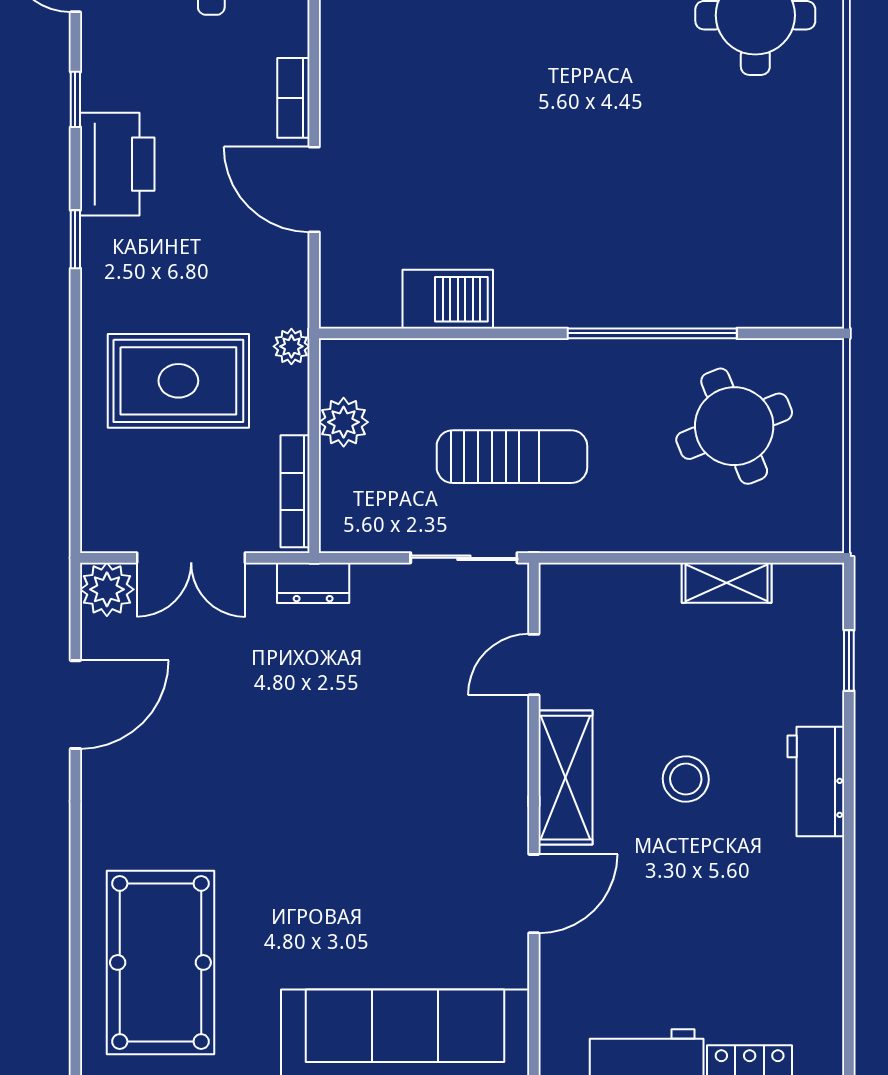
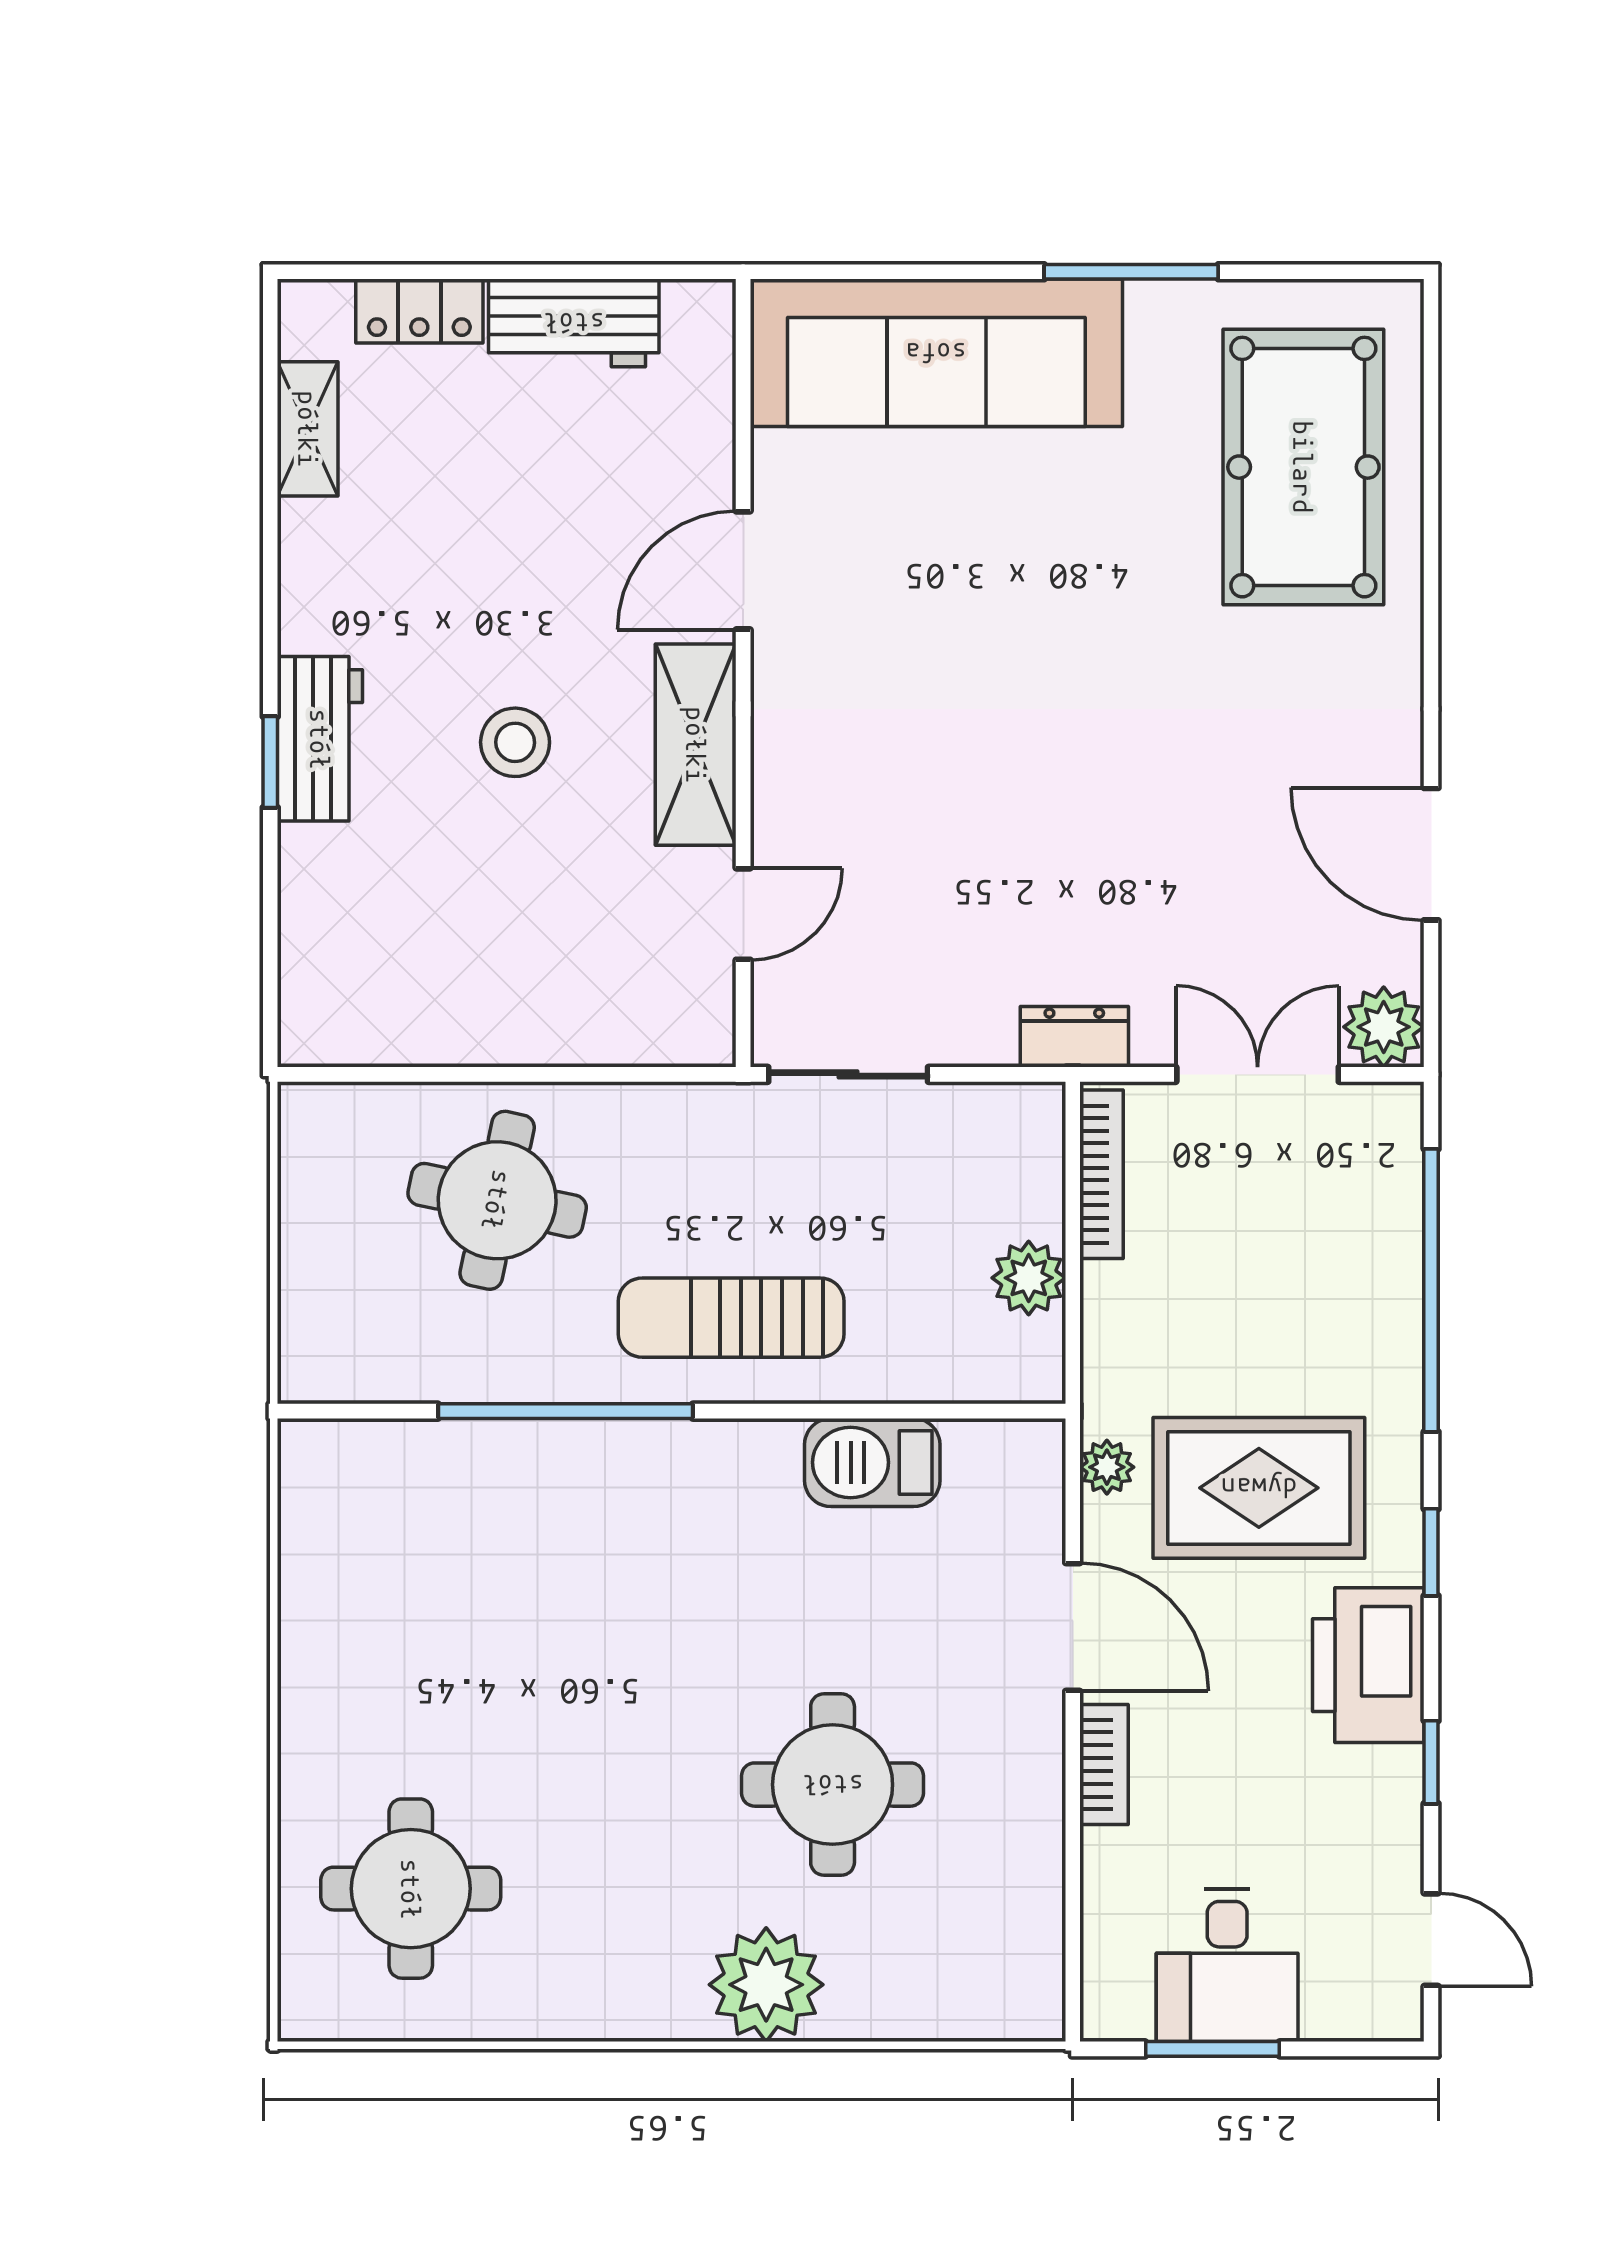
round table: (474, 85) -> (833, 1785), added
plant: (291, 346) -> (1107, 1467), moved
rug: (178, 381) -> (1259, 1488), moved
window: (75, 414) -> (1431, 1290), added
round table: (734, 426) -> (497, 1200), moved, turned 34
sun lounger: (512, 457) -> (731, 1318), moved
shelving: (727, 583) -> (308, 429), moved, turned 90
window: (849, 661) -> (270, 762), moved
door: (75, 705) -> (1431, 854), hinge flipped

